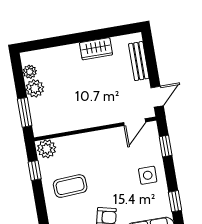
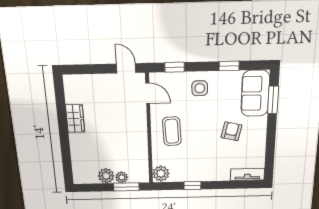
bench: (139, 61) -> (90, 81), removed
plant: (30, 72) -> (122, 177), moved
window: (35, 170) -> (192, 185), moved
coffee table: (70, 186) -> (172, 131), moved

